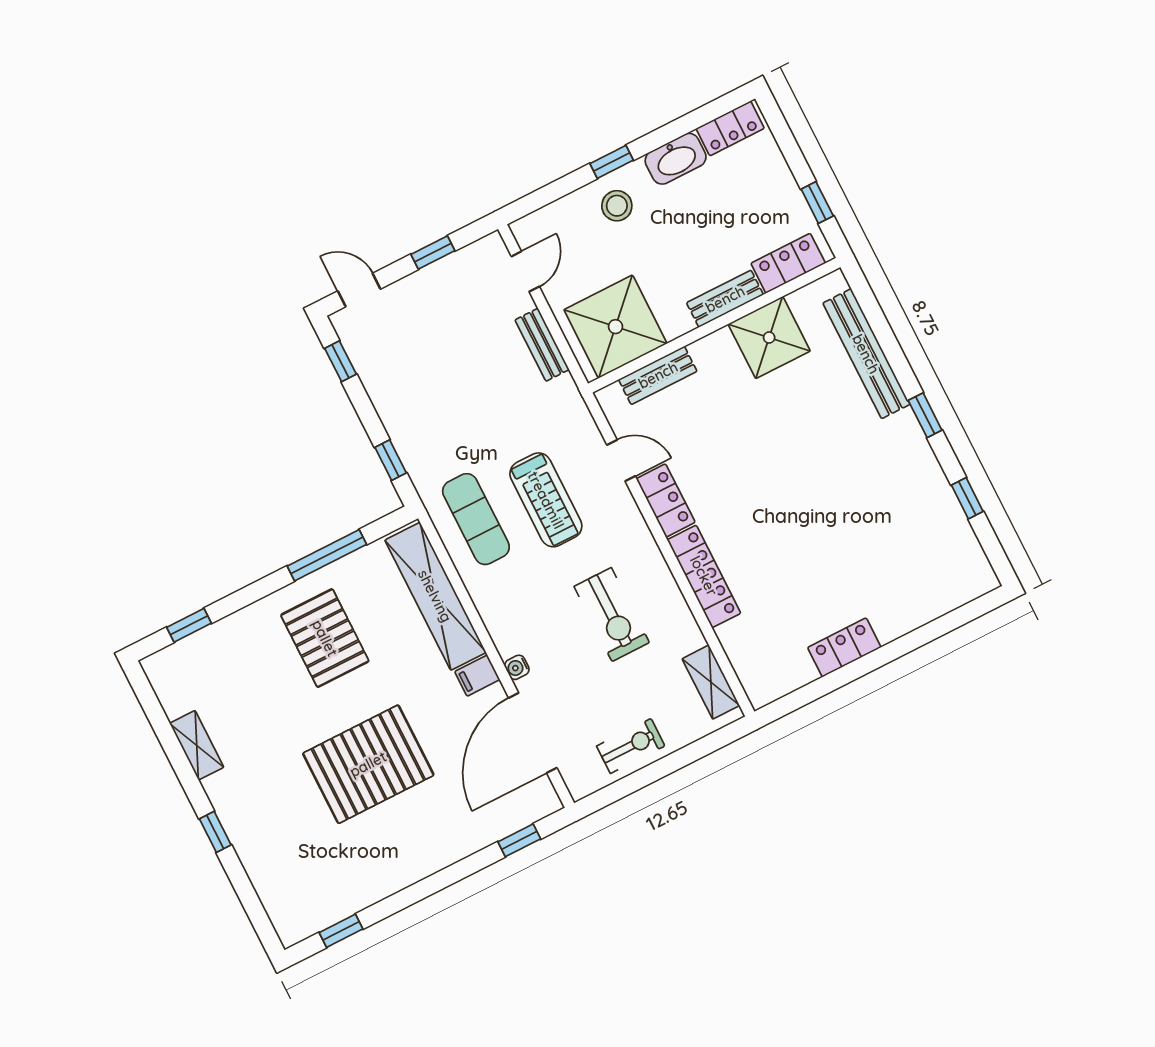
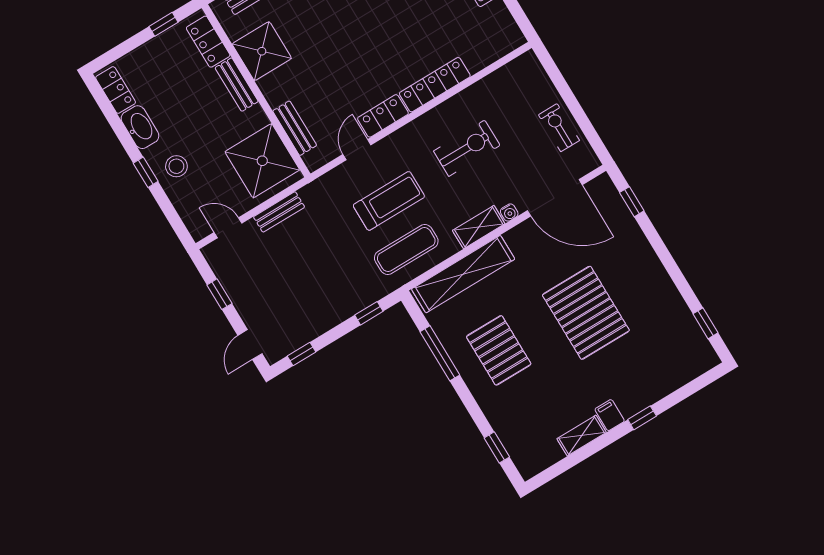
pallet: (325, 638) -> (499, 350), turned 90
filing cabinet: (477, 676) -> (610, 415), moved, turned 180
shelving: (711, 682) -> (479, 227), moved

